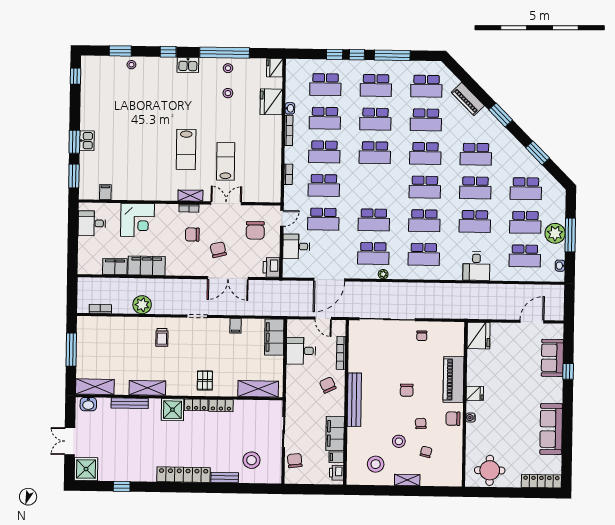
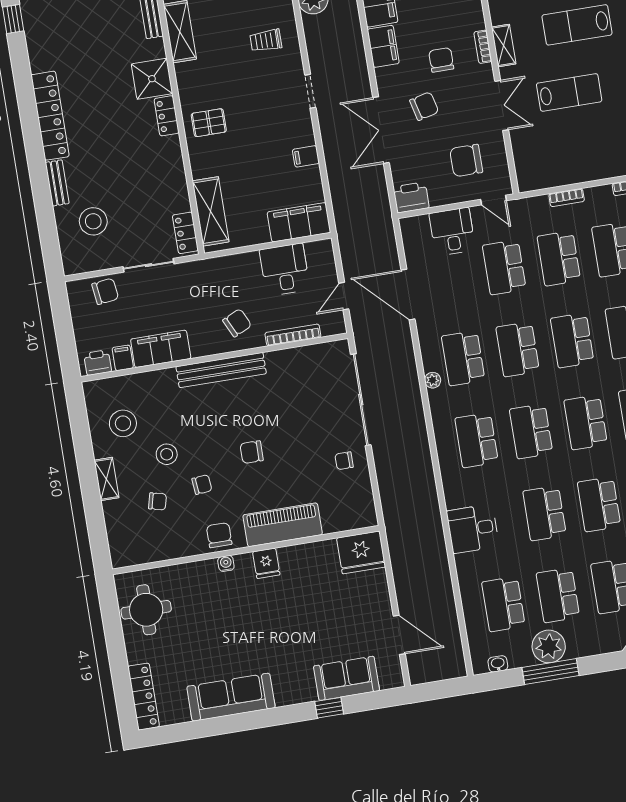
school desk: (374, 186) -> (572, 340), added
filing cabinet: (178, 268) -> (383, 46), added
locker: (221, 406) -> (185, 233), moved

